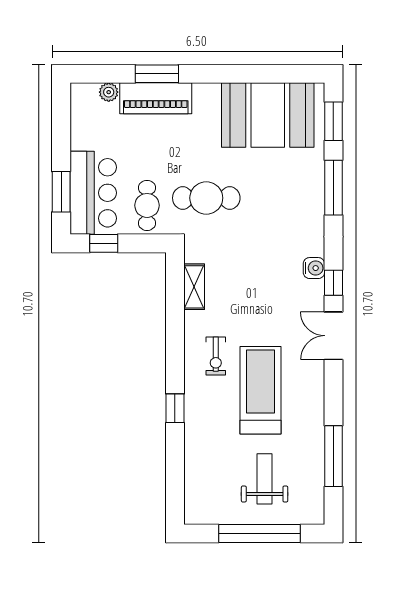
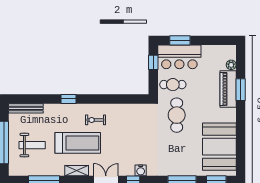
shelving: (194, 287) -> (77, 171), moved
bench: (193, 491) -> (26, 108), added

